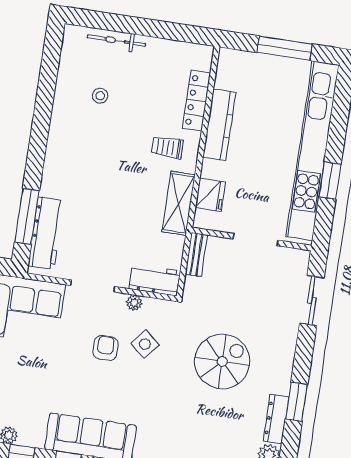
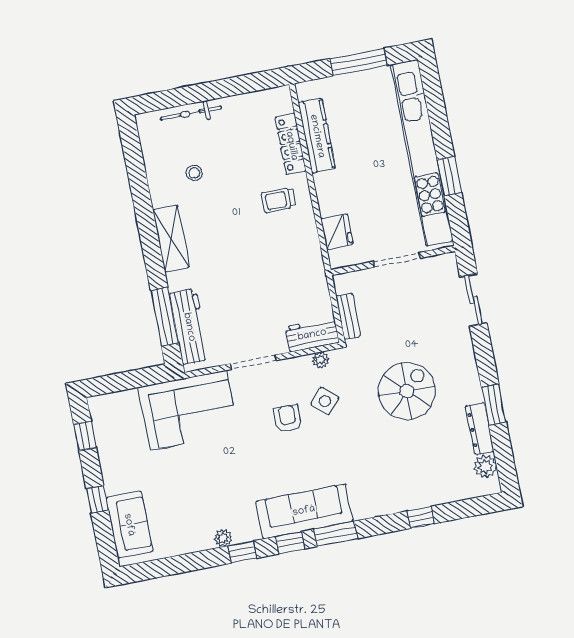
kitchen counter: (219, 125) -> (317, 136), moved
shelving: (179, 203) -> (171, 239), moved
bench: (196, 255) -> (348, 316), moved
plant: (134, 303) -> (320, 360), moved

